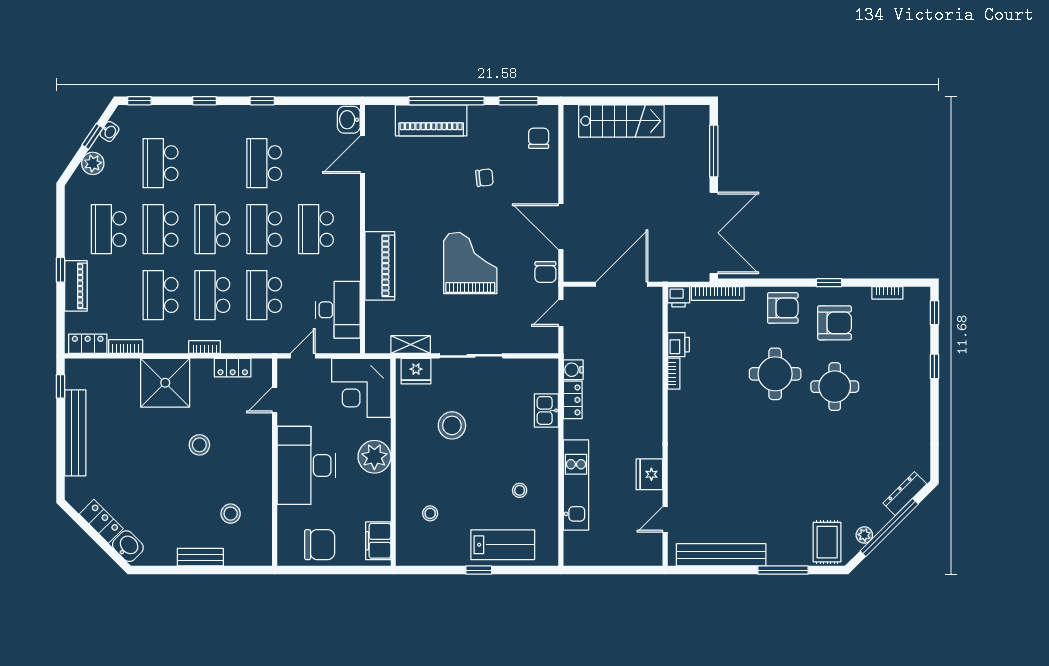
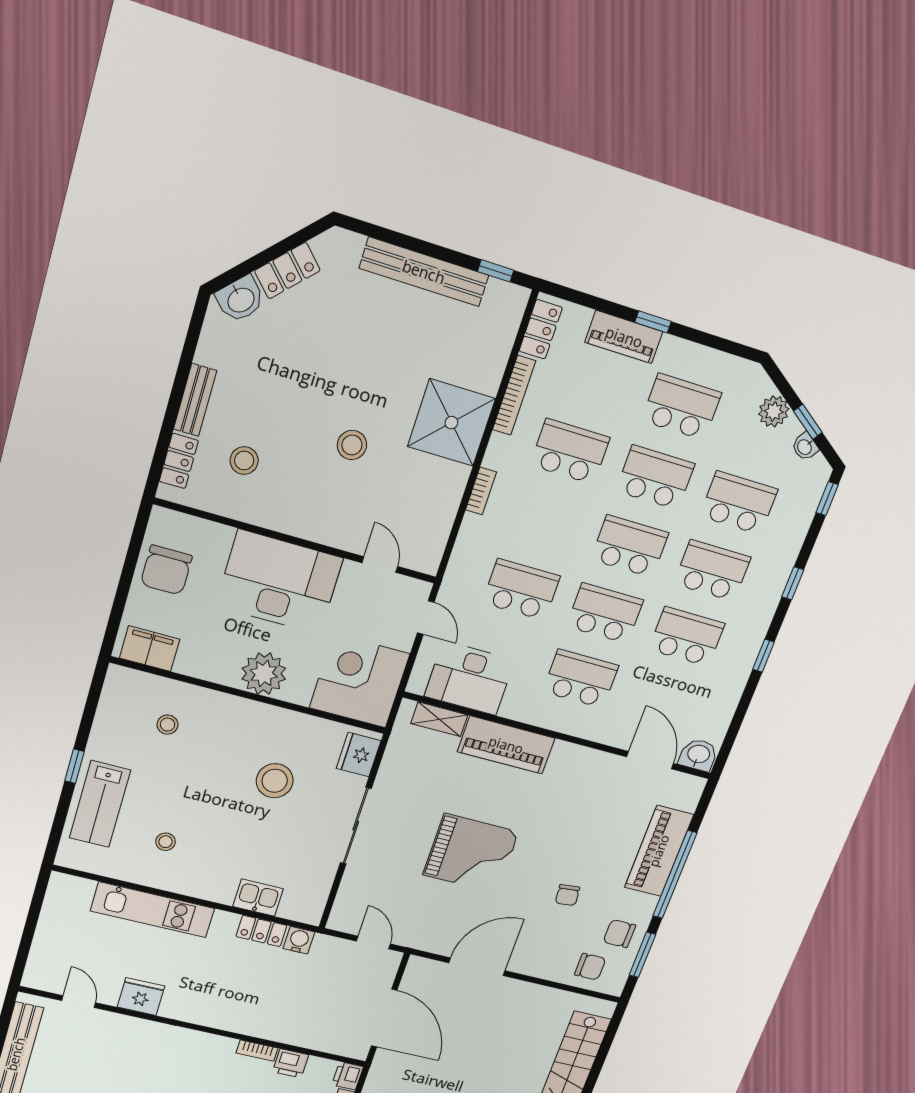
chair: (545, 272) -> (619, 934), moved
school desk: (212, 295) -> (712, 571), moved
shelving: (411, 345) -> (439, 719), moved, turned 90
bookcase: (126, 347) -> (514, 395), width x1.56
locker: (233, 368) -> (179, 461), moved, turned 180

